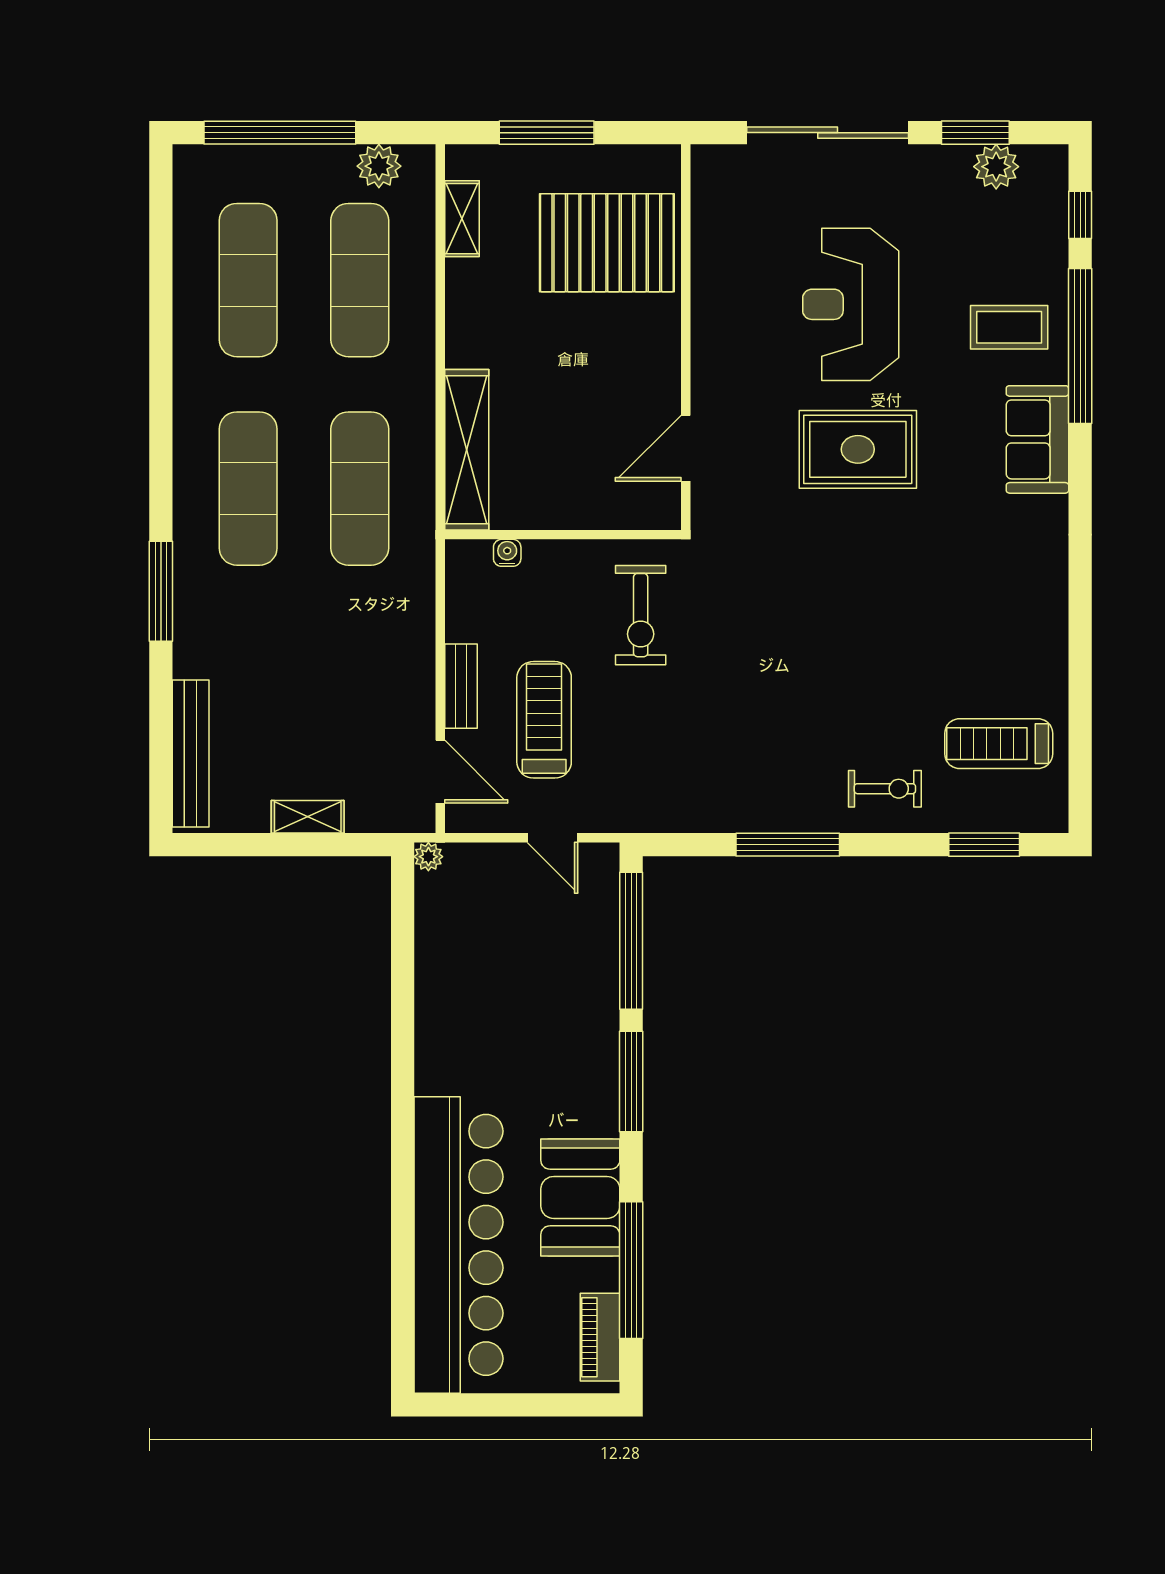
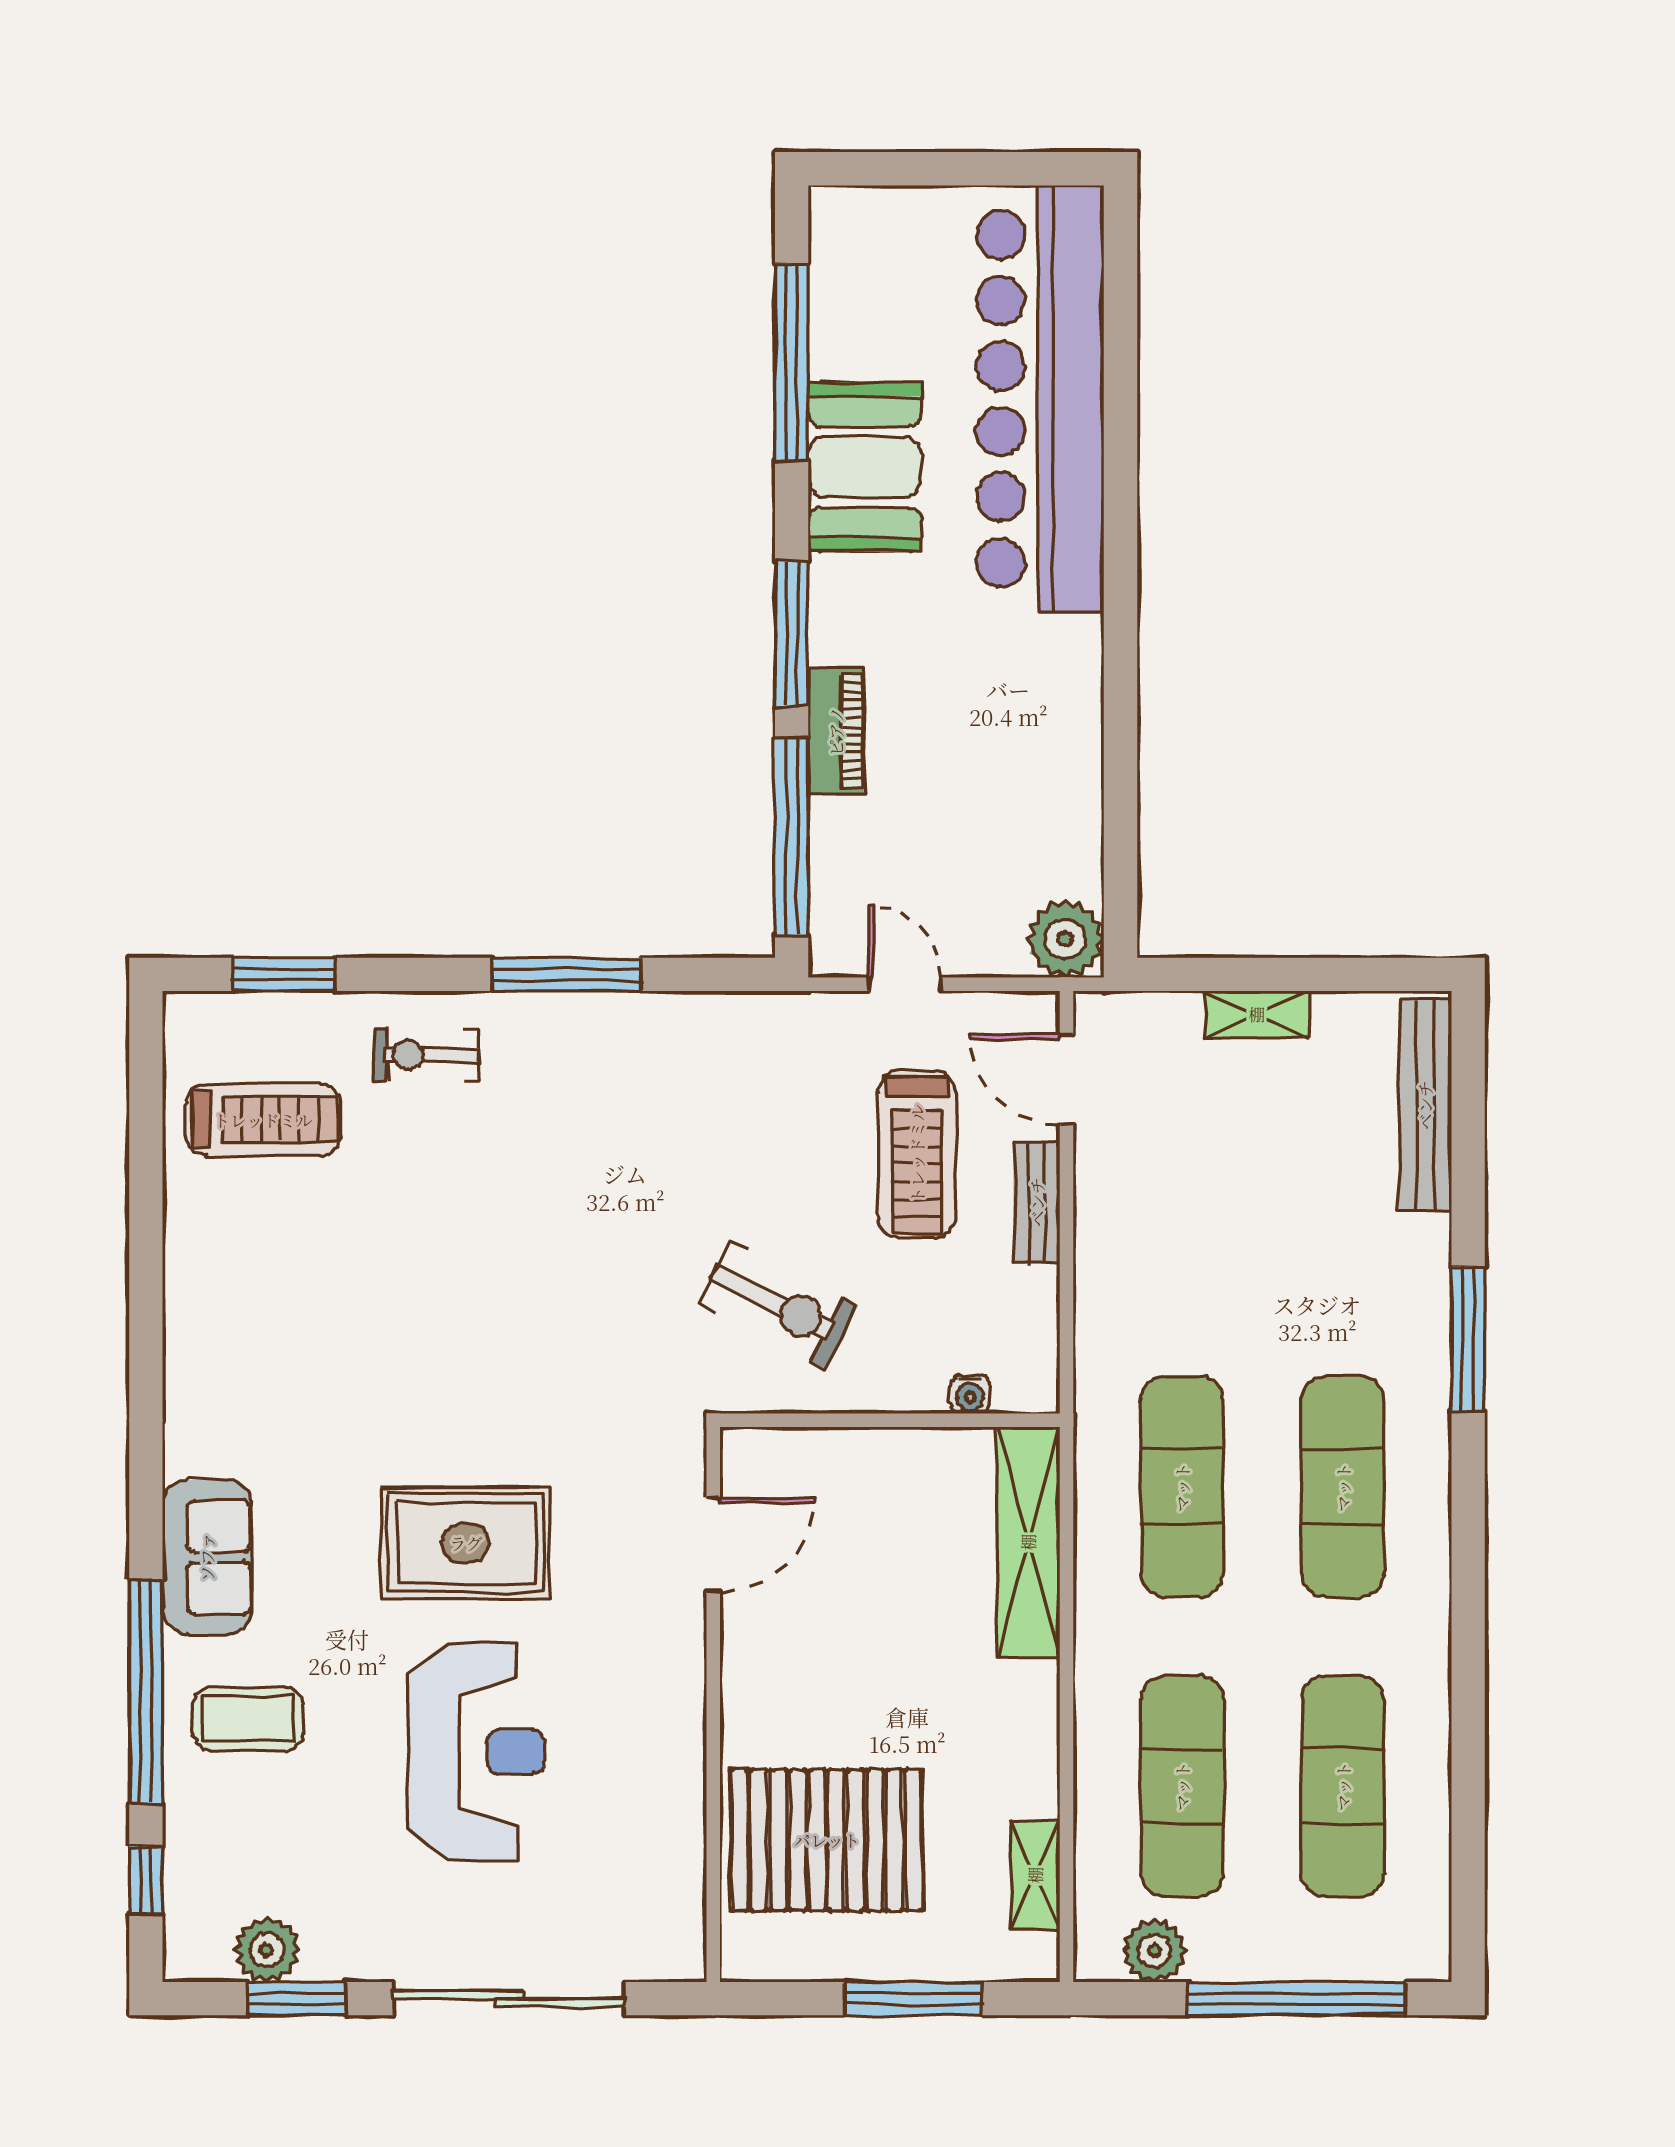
exercise bike: (641, 615) -> (778, 1305), turned 117
plant: (428, 857) -> (1065, 939), width x1.88, depth x1.88
piano: (600, 1337) -> (836, 731), moved

